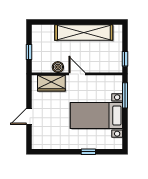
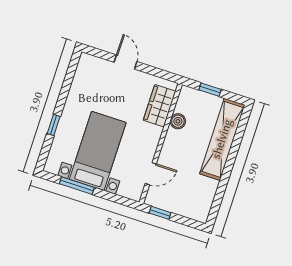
shelving: (84, 32) -> (222, 139), moved
door: (77, 74) -> (151, 174), moved
window: (125, 95) -> (77, 186), moved

